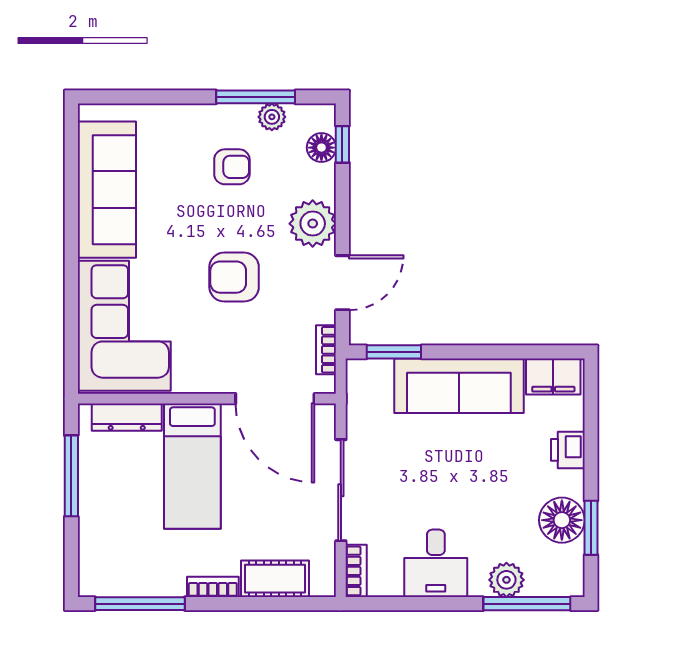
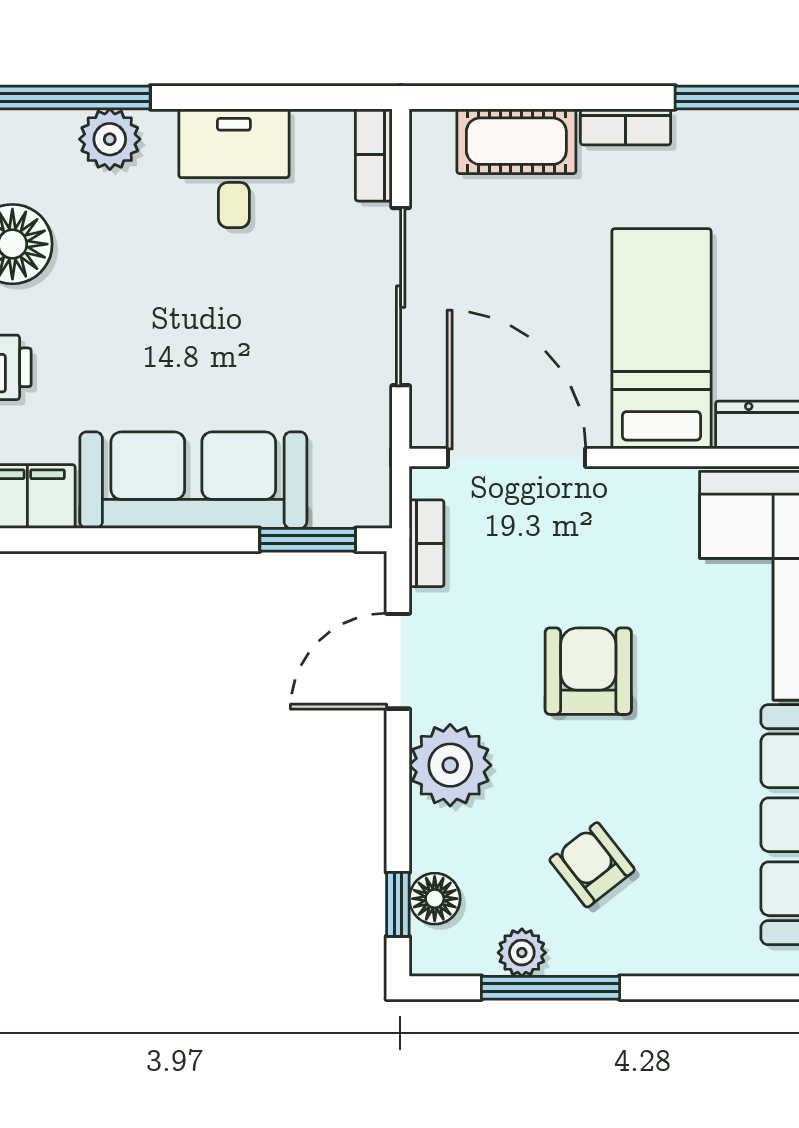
armchair: (232, 167) -> (592, 865), turned 52
armchair: (234, 277) -> (588, 671), turned -90

